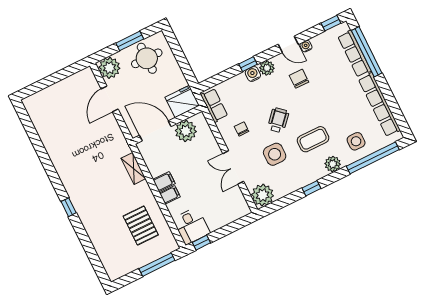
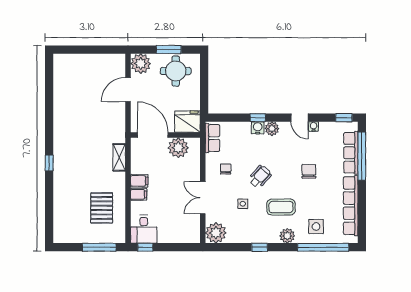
chair: (299, 79) -> (309, 171), moved
side table: (275, 154) -> (243, 204), width x0.54, depth x0.54

